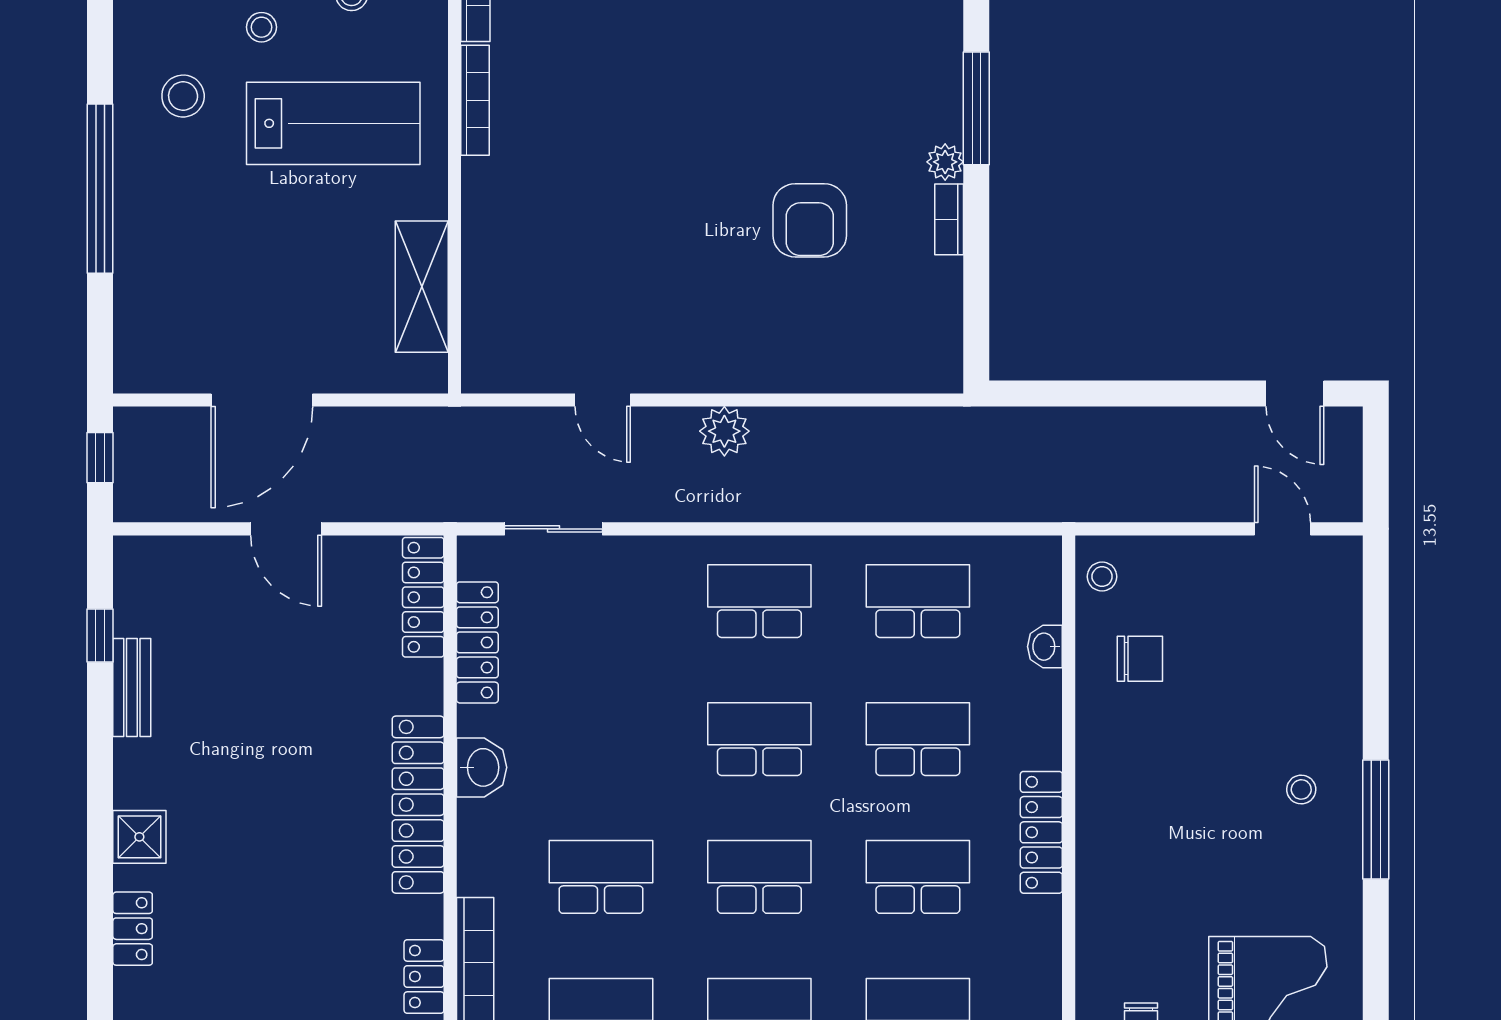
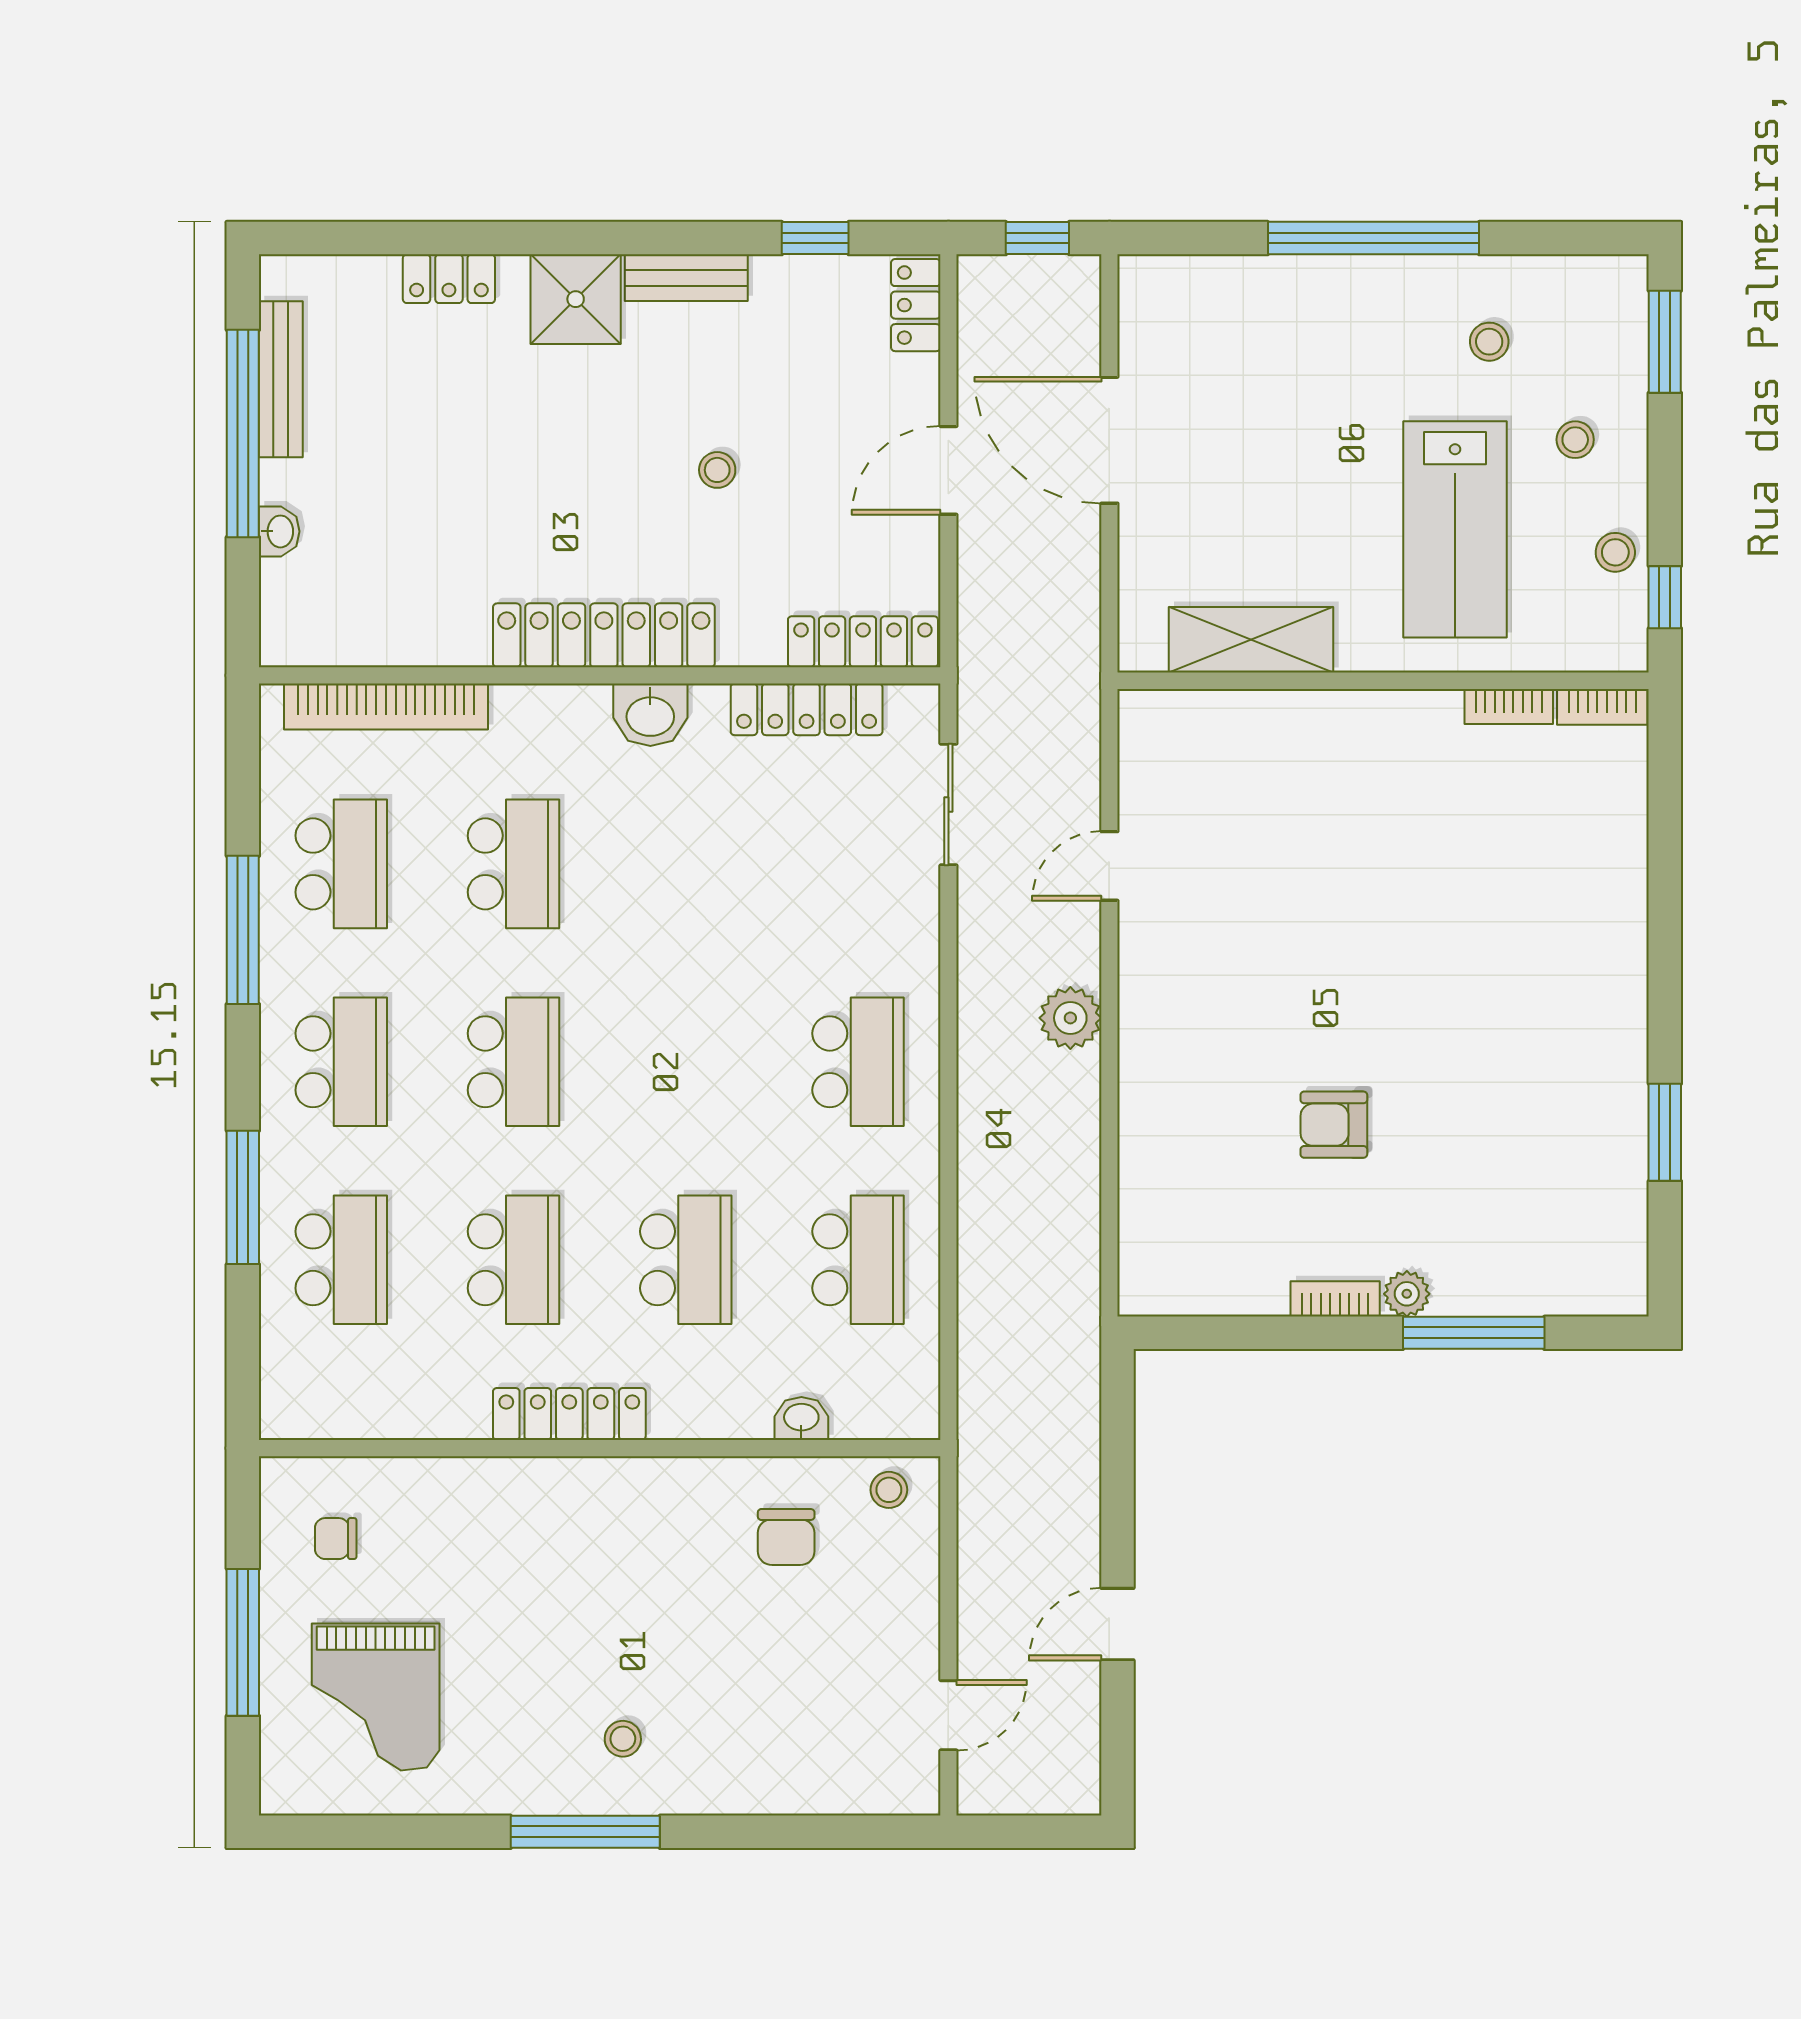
stool: (183, 96) -> (1489, 342), width x0.73, depth x0.73
bookcase: (475, 100) -> (1509, 706), width x0.64
armchair: (810, 220) -> (1334, 1125), width x0.72, depth x0.72
door: (1295, 394) -> (1117, 1624), moved
bench: (132, 688) -> (686, 278), moved
stool: (286, 714) -> (717, 470), added
school desk: (759, 739) -> (686, 1062), removed
shower: (139, 837) -> (576, 299), width x1.36, depth x1.36
locker: (424, 976) -> (916, 305), moved, turned -90

